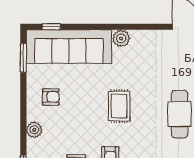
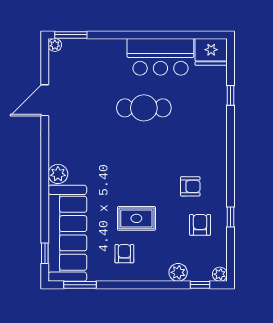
rug: (119, 106) -> (136, 218), moved
plant: (34, 130) -> (178, 272), moved

